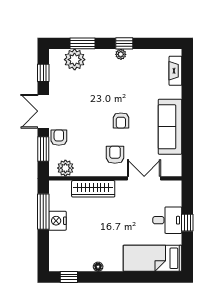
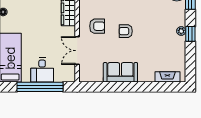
sofa: (170, 127) -> (120, 72), width x0.73
double door: (144, 178) -> (77, 51), swing flipped
window: (187, 223) -> (40, 87), width x3.17

